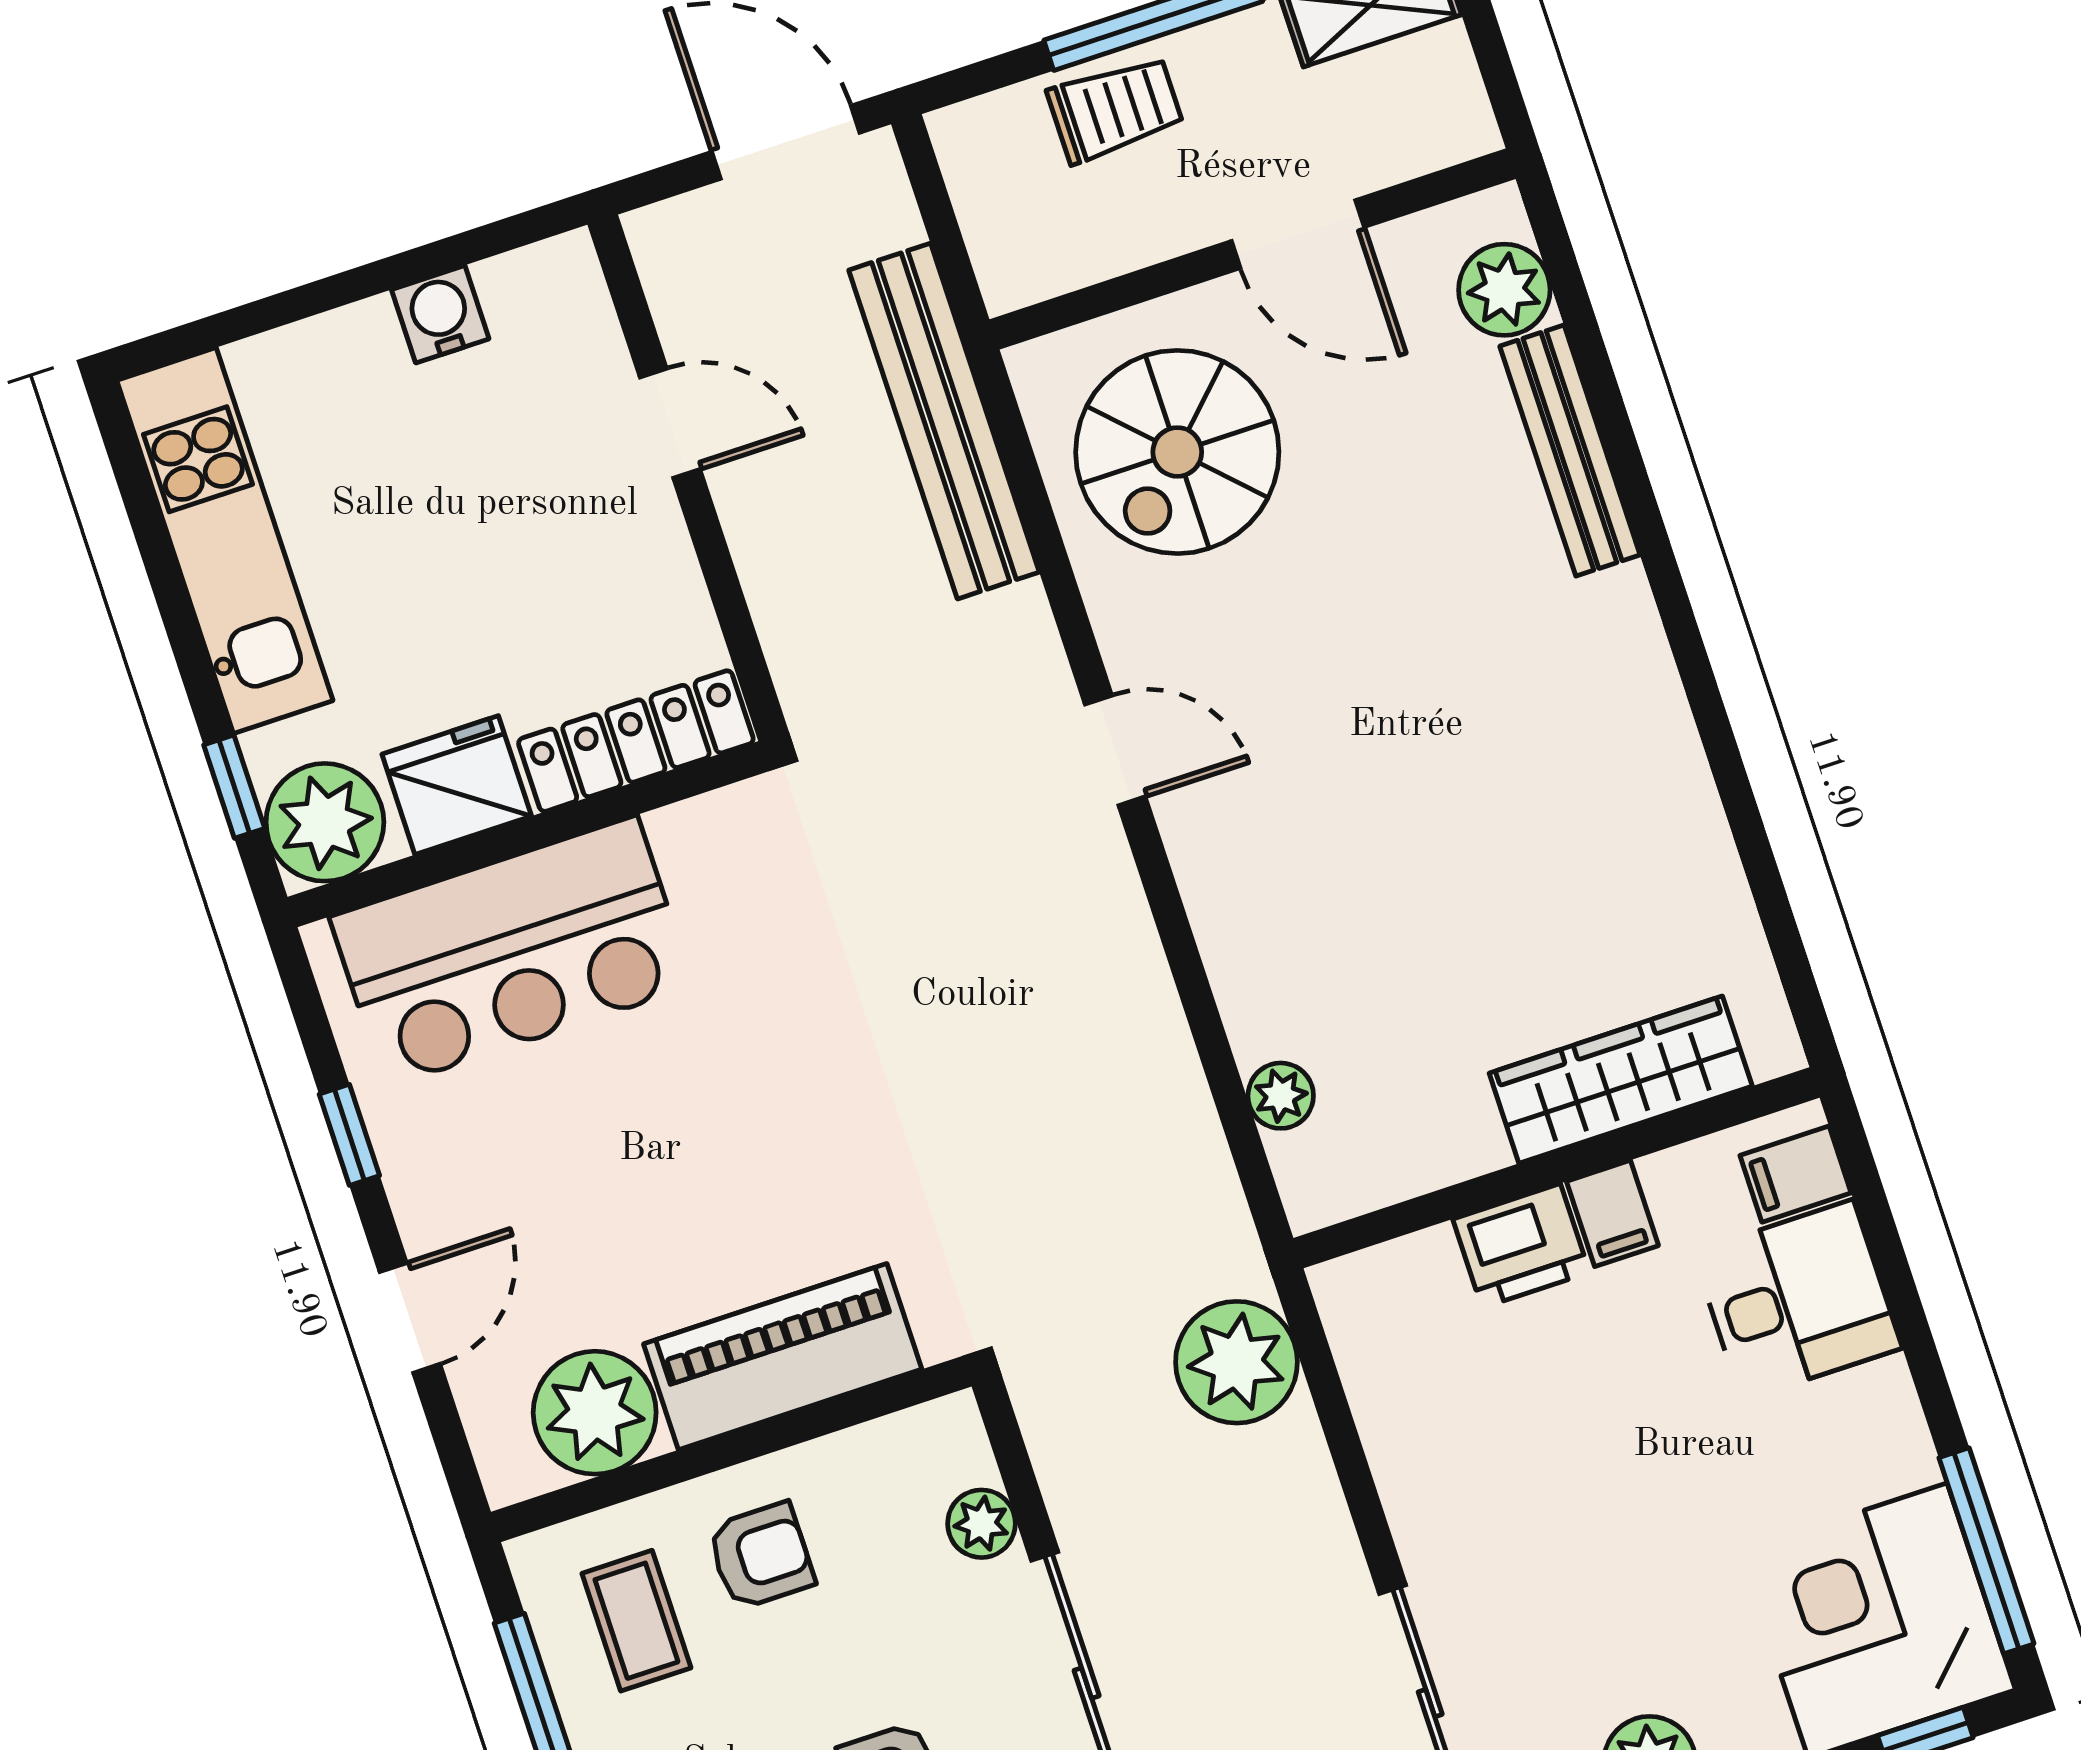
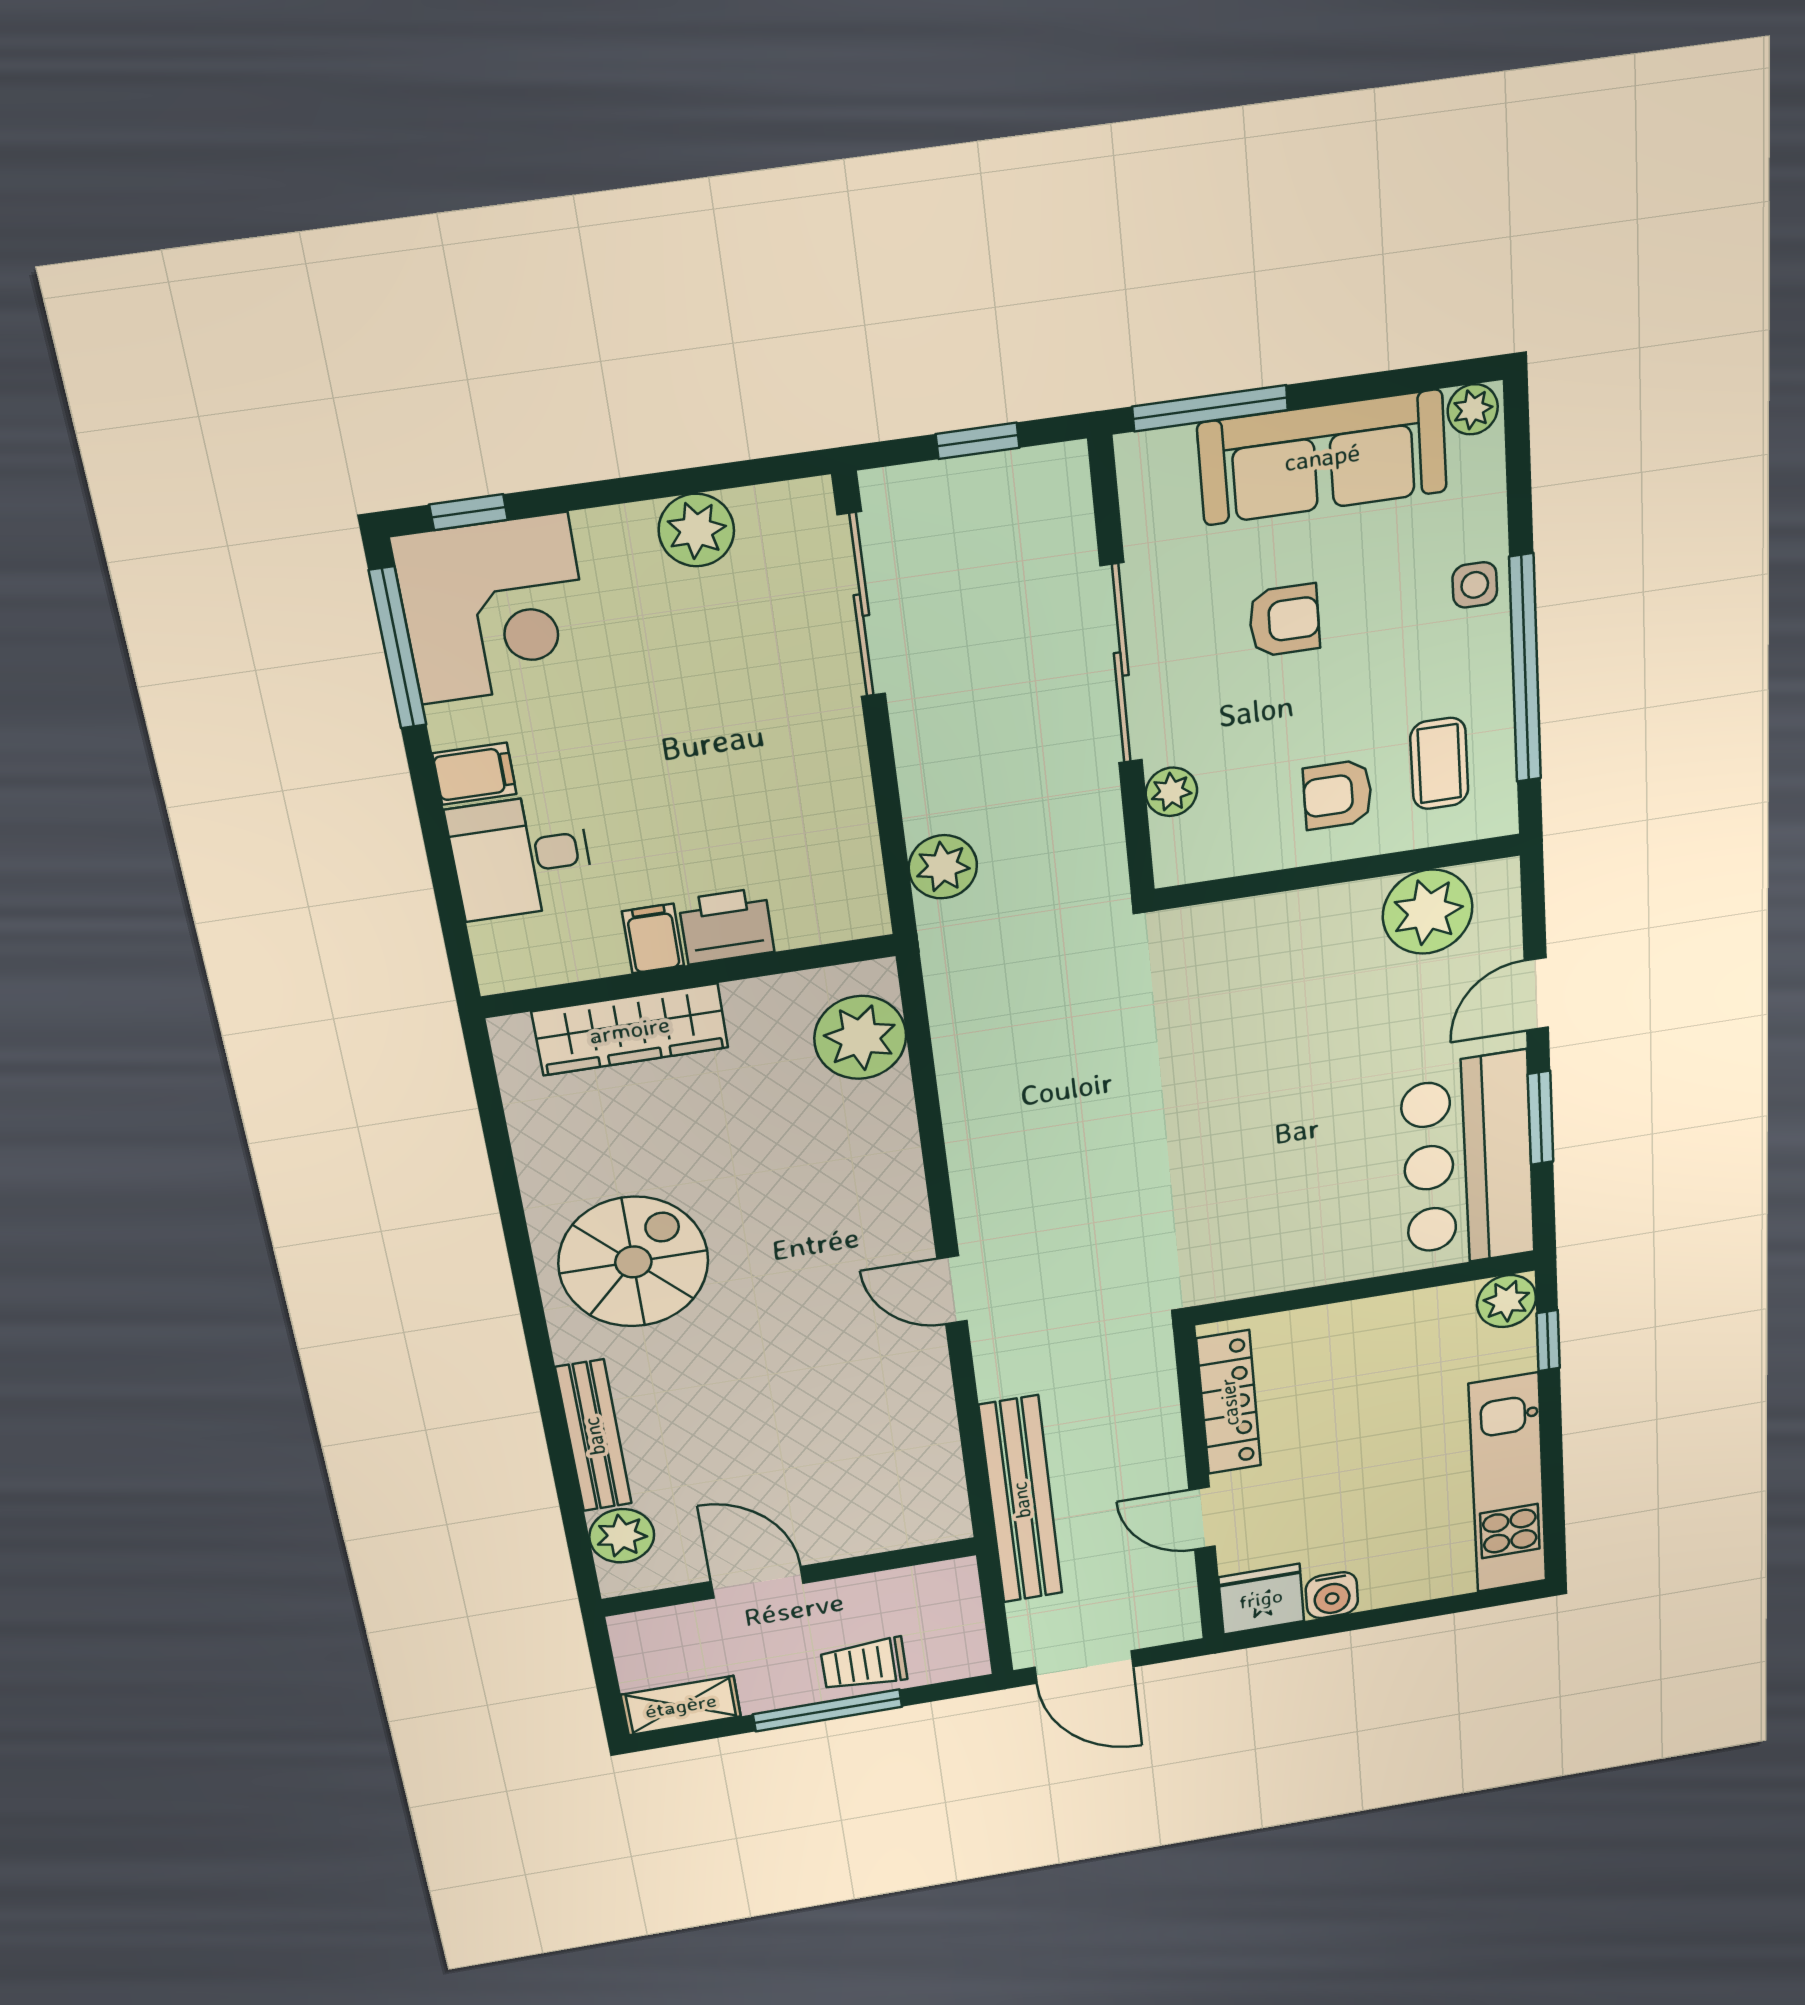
spiral stairs: (1177, 452) -> (633, 1262), moved
locker: (636, 741) -> (1229, 1402), moved, turned -90
fridge: (457, 785) -> (1261, 1599), moved, turned 180
plant: (325, 822) -> (1506, 1301), width x0.73, depth x0.73
bar counter: (511, 952) -> (1468, 1162), moved, turned -90
plant: (1281, 1096) -> (860, 1038), width x1.88, depth x1.88
window: (349, 1135) -> (1541, 1118), width x1.50
filing cabinet: (1795, 1174) -> (474, 774), moved
piano: (783, 1357) -> (1285, 930), removed
plant: (1236, 1362) -> (943, 867), width x0.73, depth x0.73

